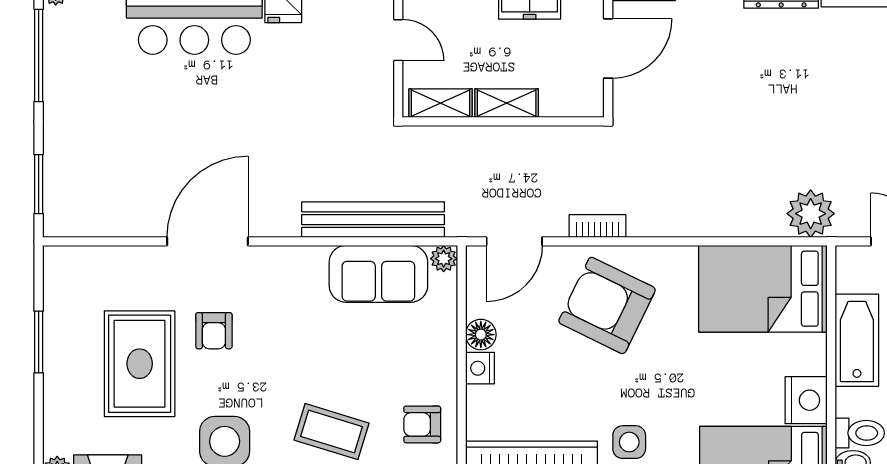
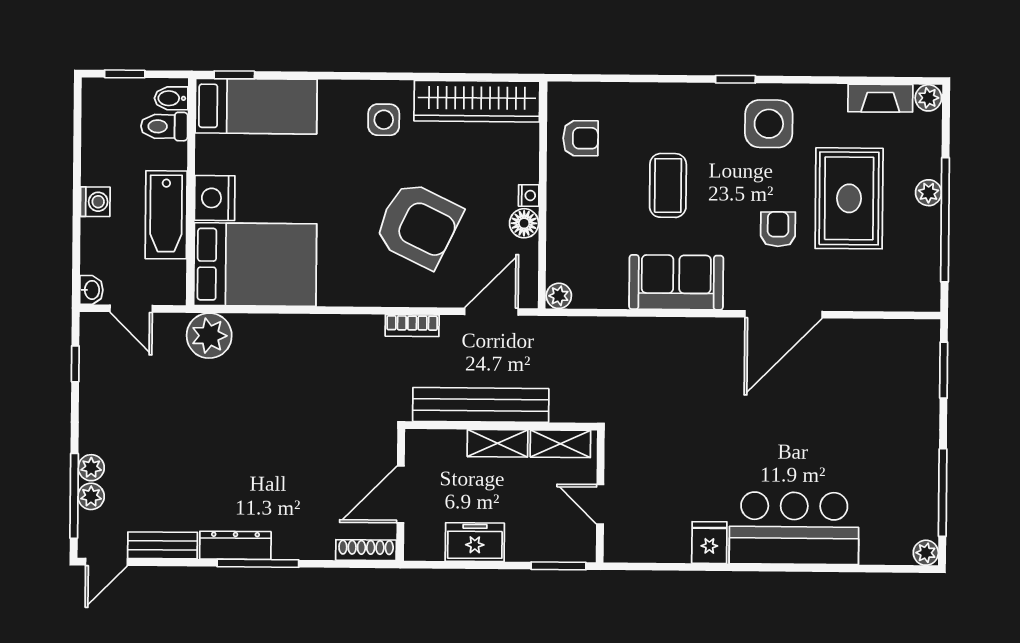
bench: (373, 220) -> (481, 405), moved
sofa: (378, 274) -> (676, 282), moved
armchair: (607, 305) -> (418, 225), moved
window: (39, 342) -> (945, 220), width x2.11
nightstand: (480, 368) -> (529, 195), width x0.72, depth x0.74
plant: (56, 370) -> (928, 193), added
nightstand: (806, 400) -> (215, 198), moved
coffee table: (332, 432) -> (668, 185), moved, turned 73

